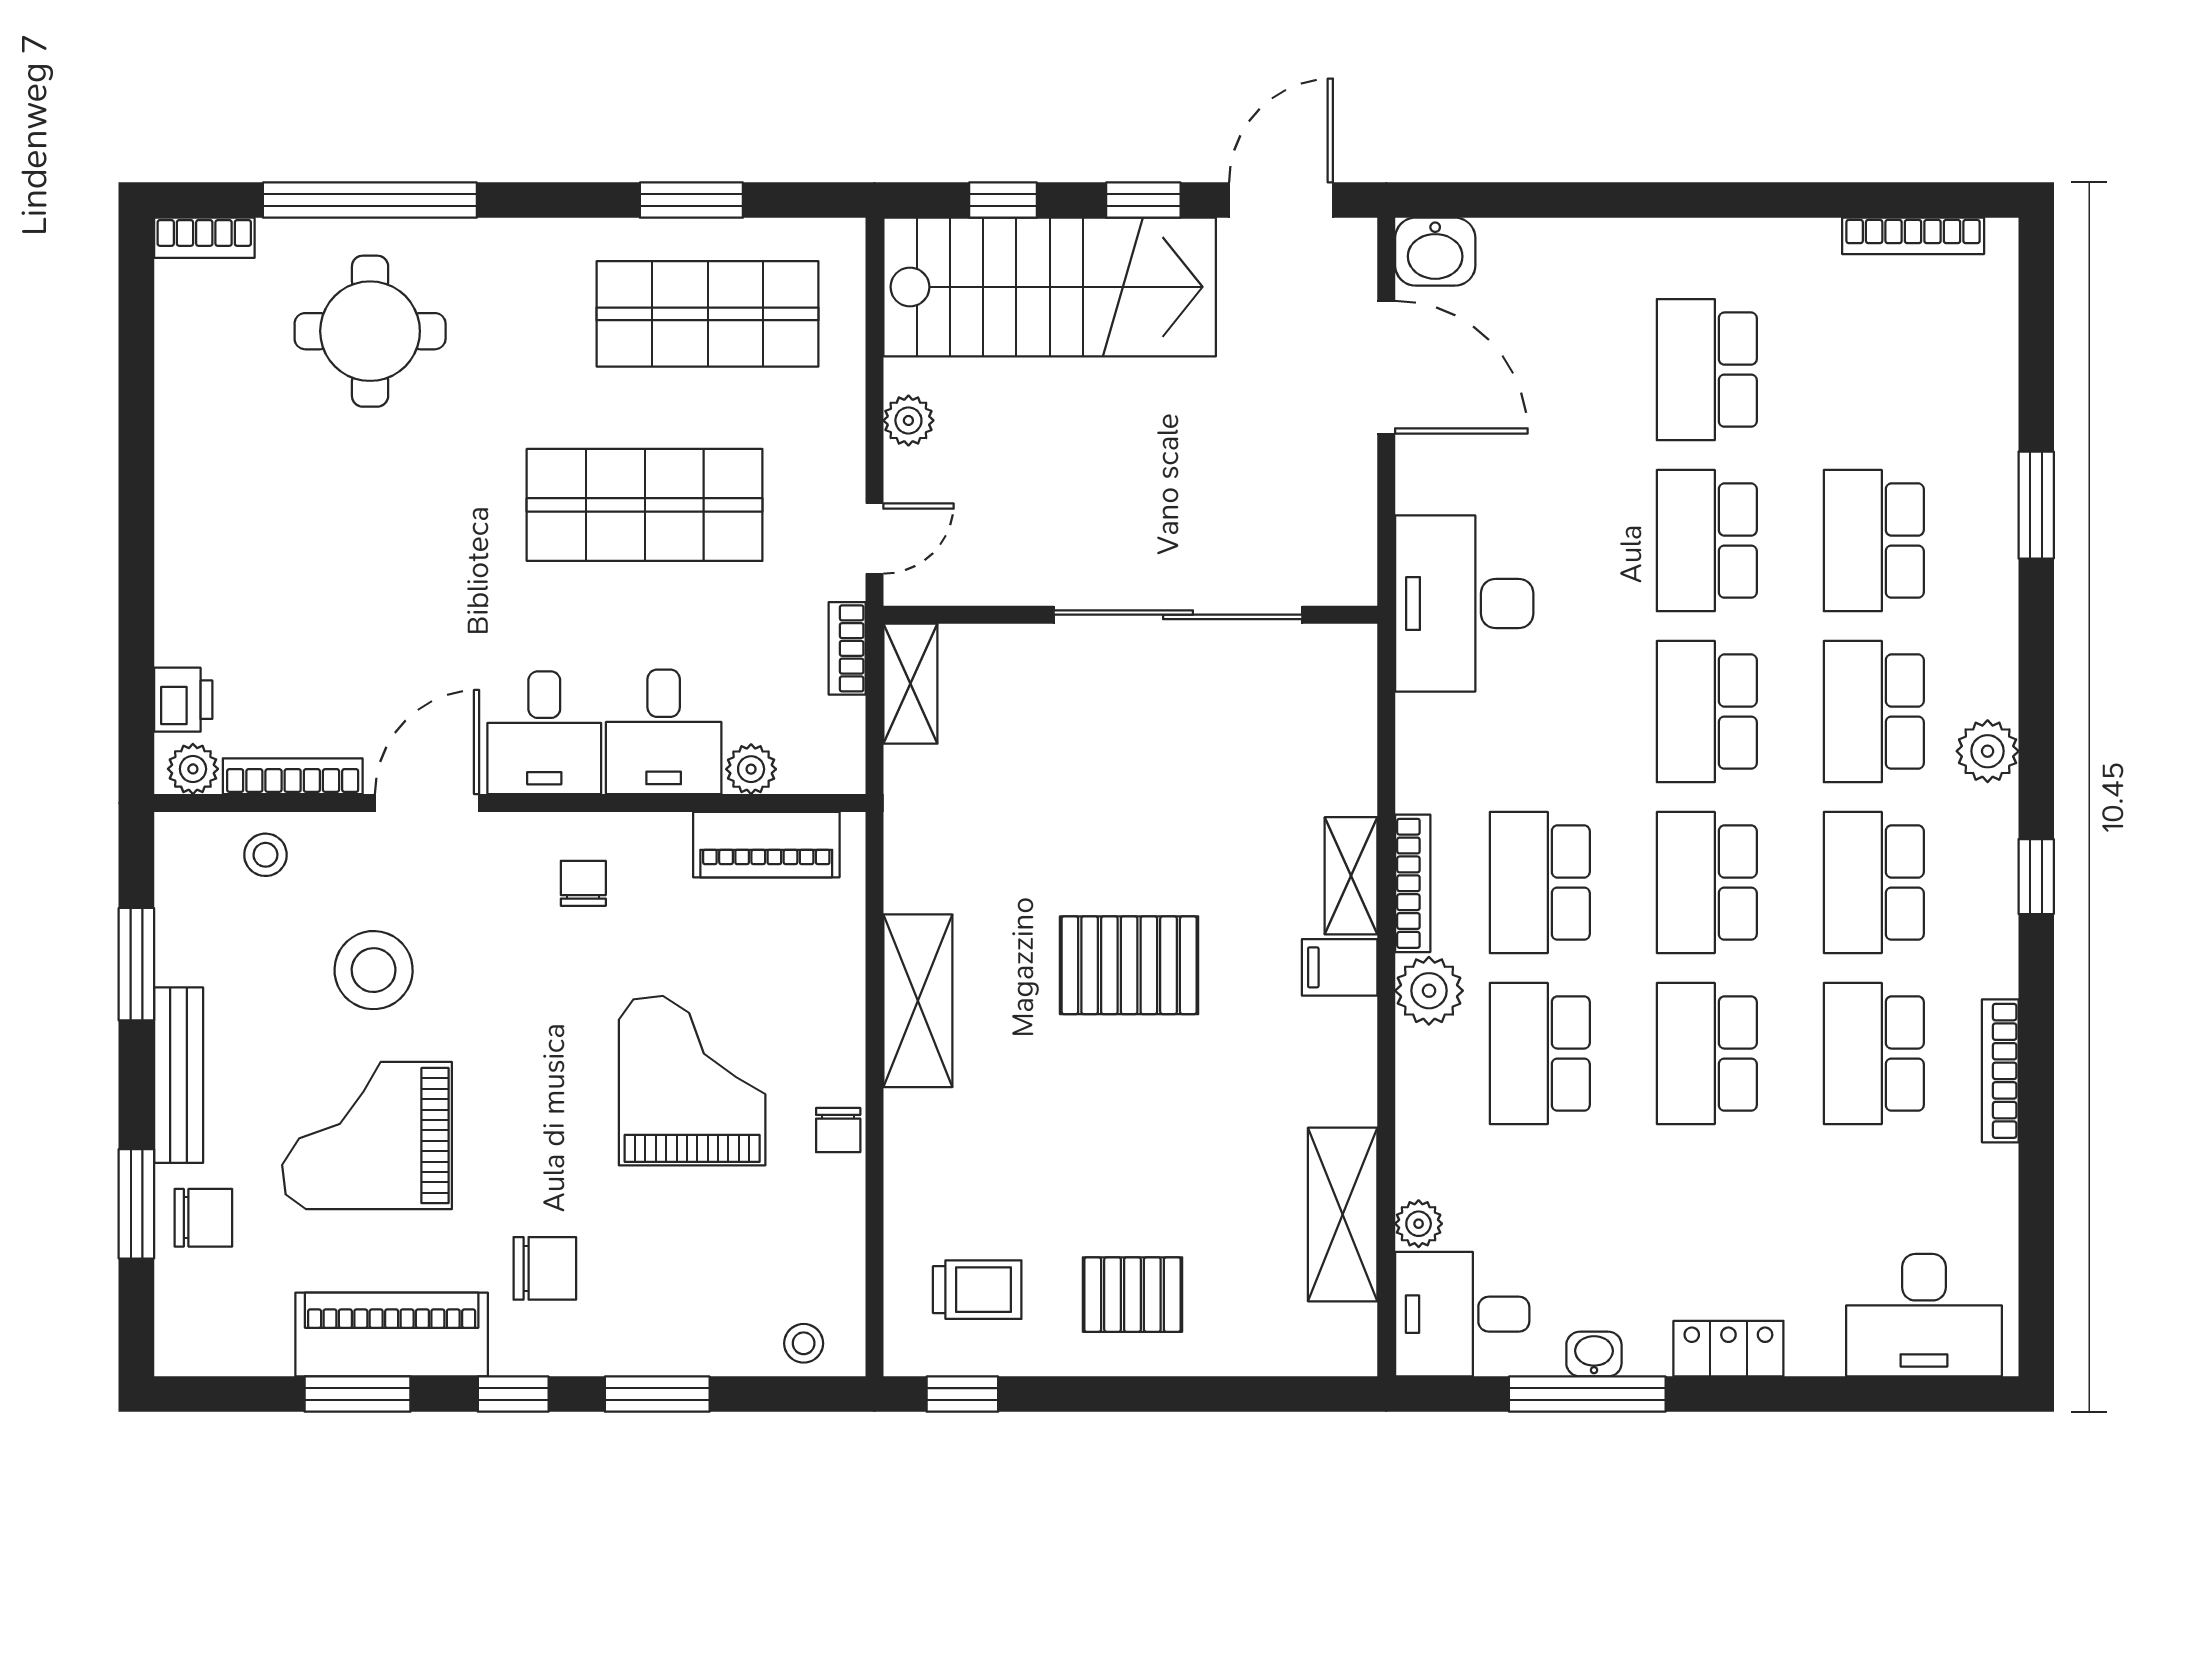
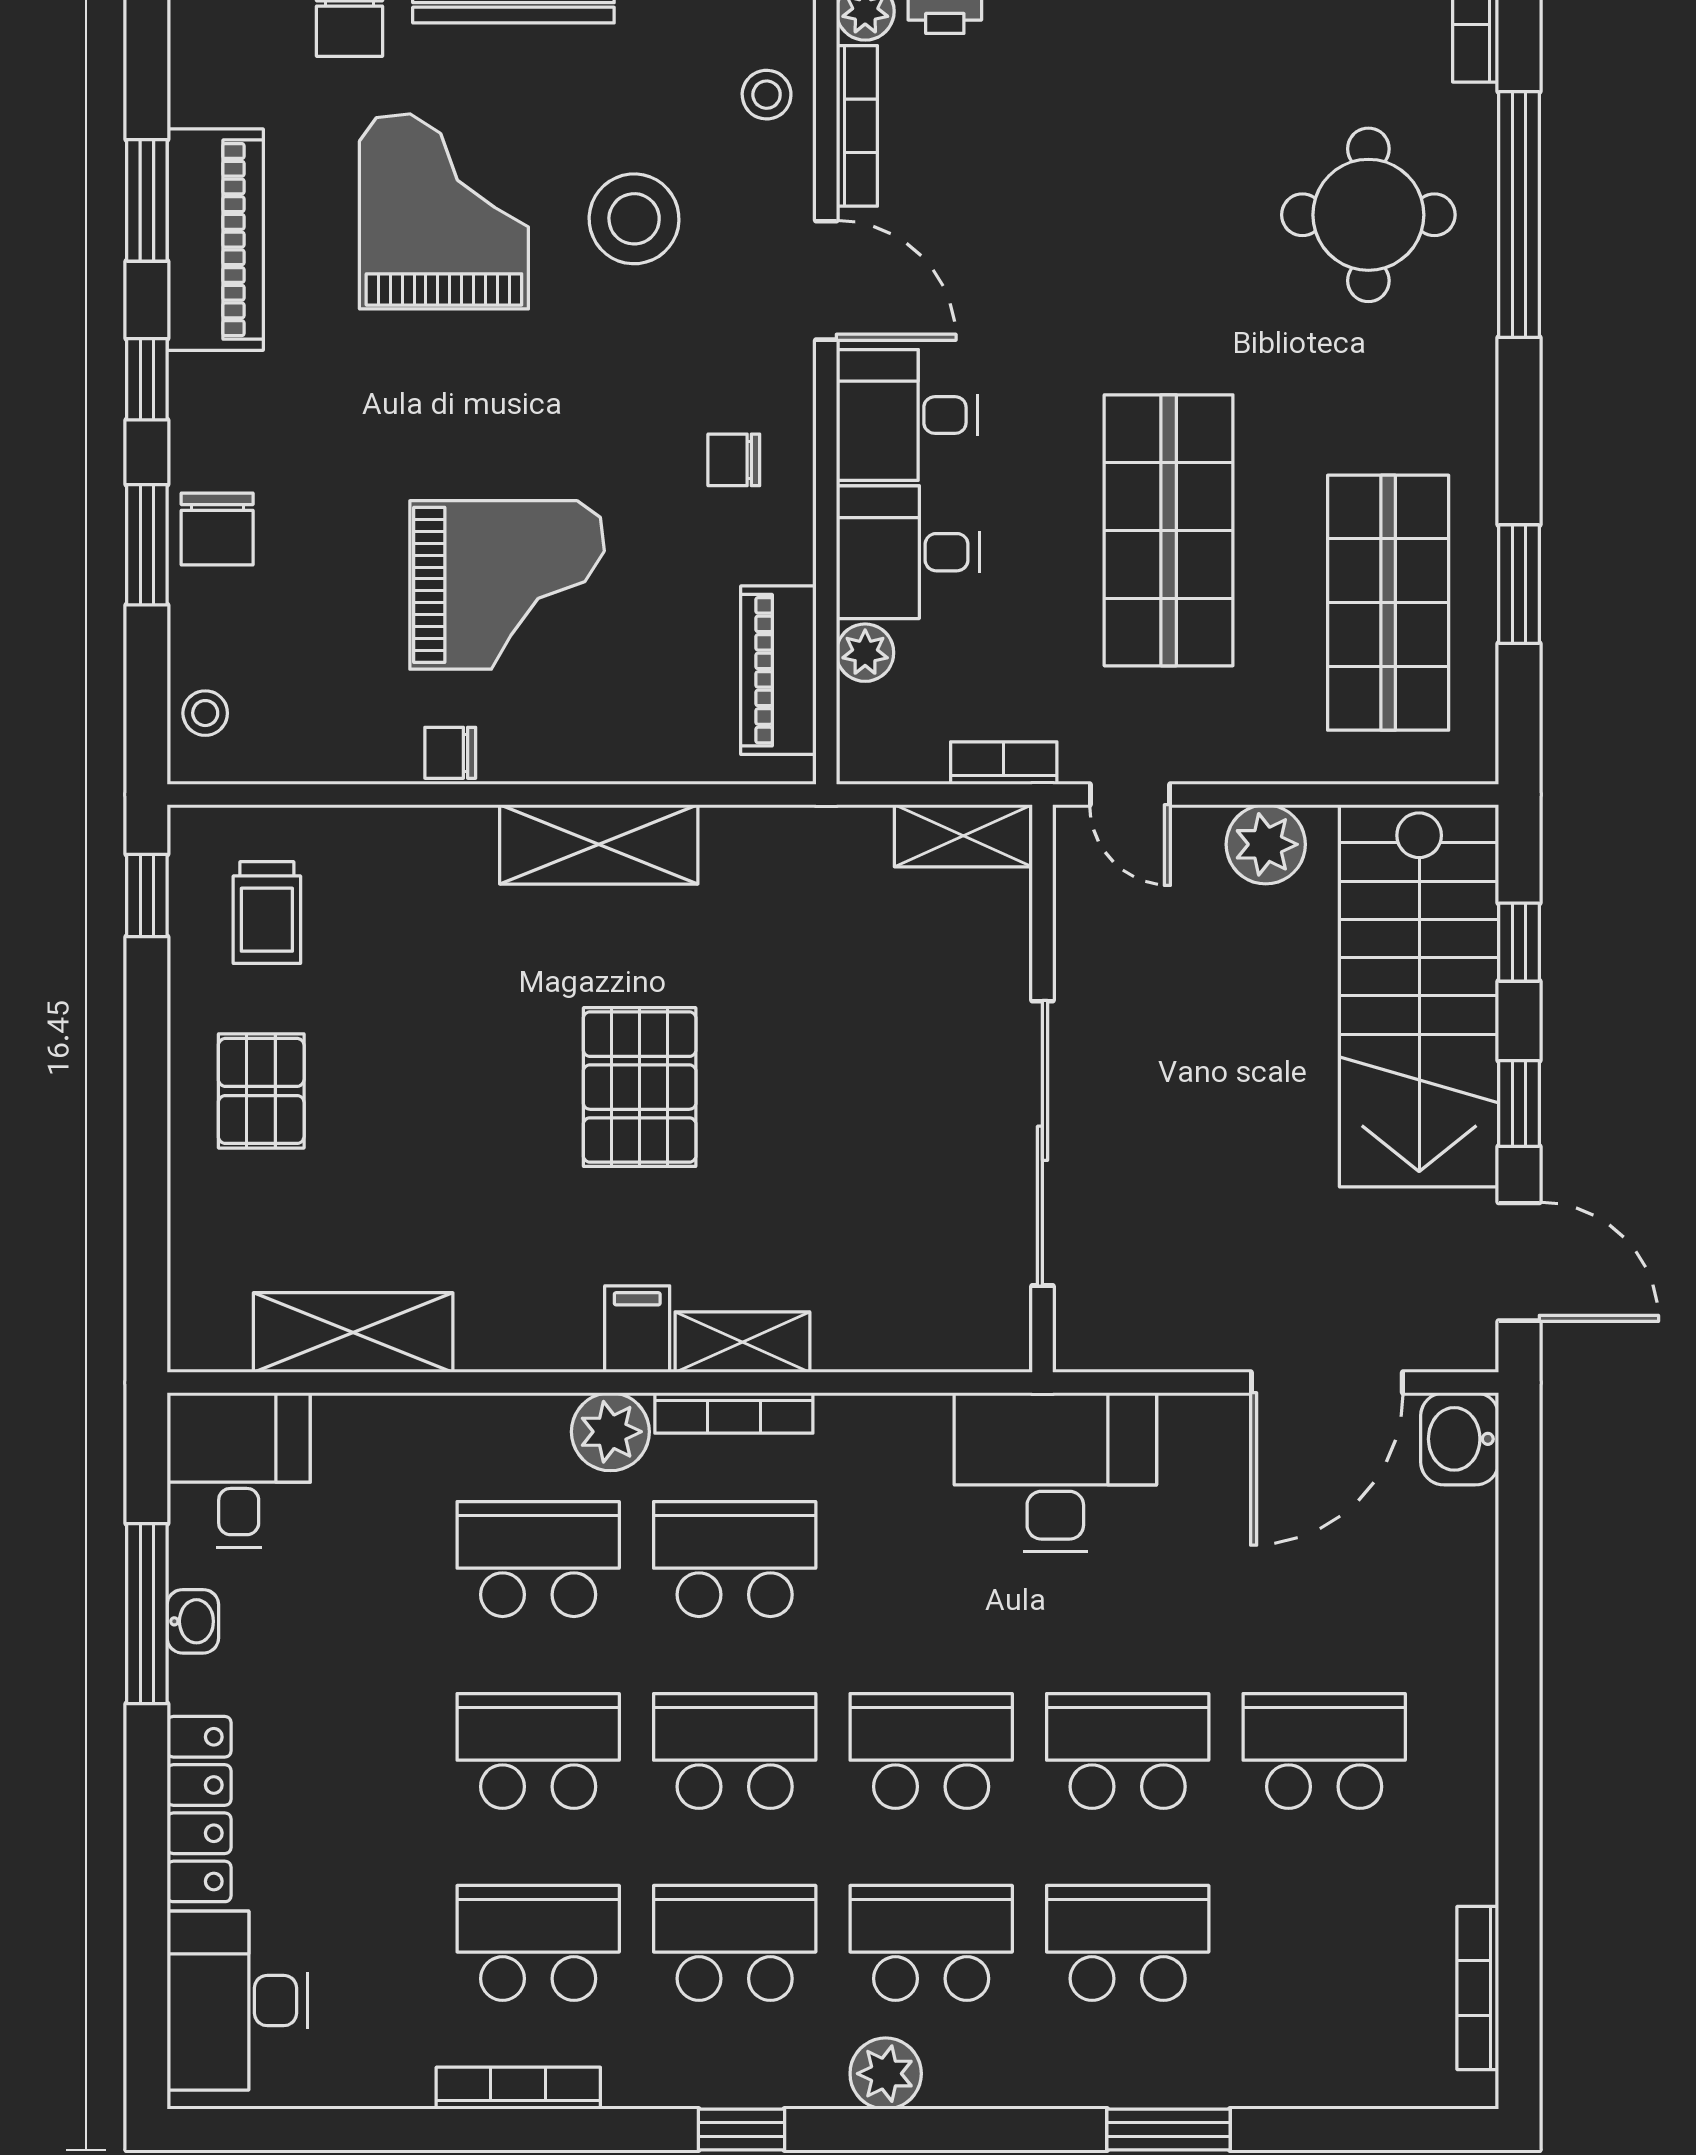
plant: (908, 420) -> (1266, 844), width x1.38, depth x1.38
chair: (583, 883) -> (734, 460), turned 180
plant: (1419, 1224) -> (343, 1420), removed
chair: (545, 1268) -> (217, 529), moved
locker: (1728, 1349) -> (199, 1809), width x1.53

